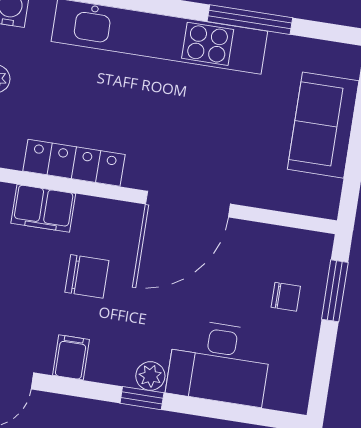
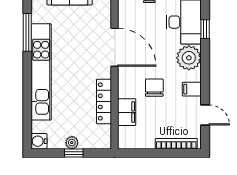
plant: (150, 376) -> (189, 58), width x1.87, depth x1.87
window: (142, 398) -> (205, 29), moved

